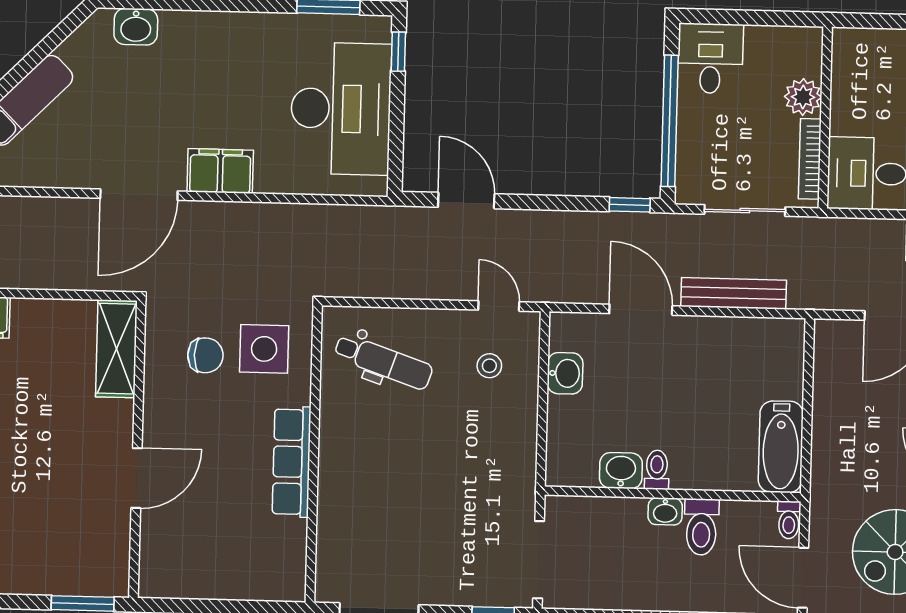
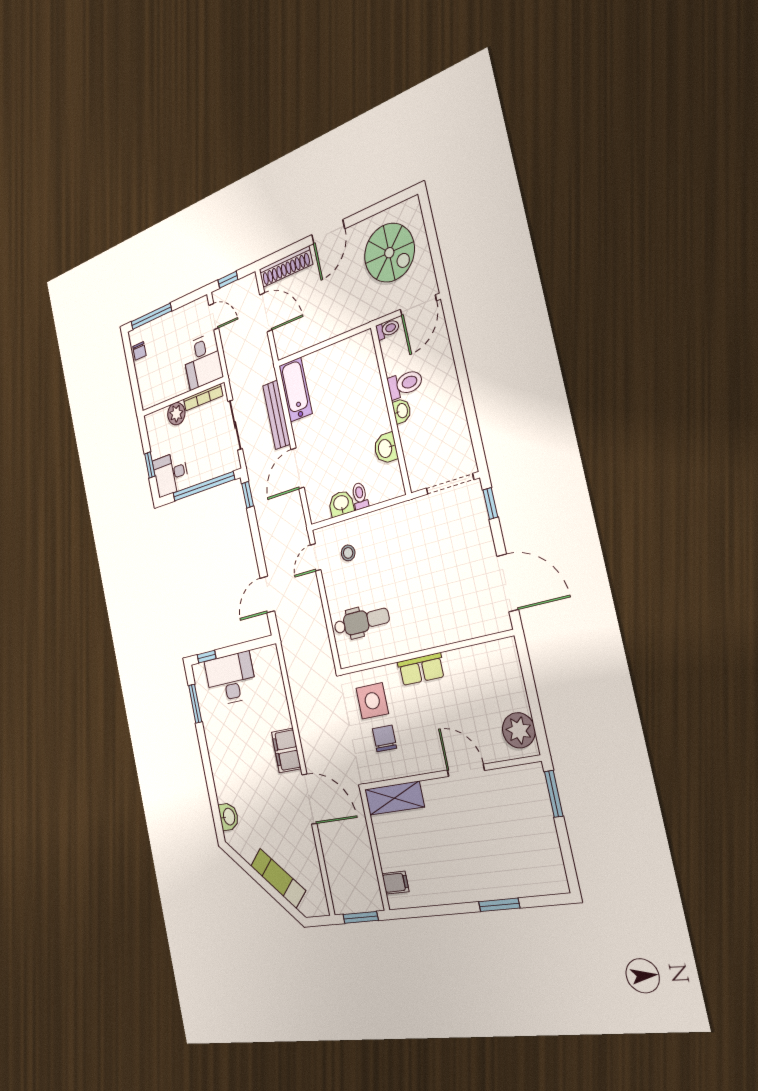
window: (739, 17) -> (150, 465), added
desk: (341, 109) -> (231, 679), width x0.73, depth x0.77
dental chair: (383, 362) -> (361, 622), turned 71
bathtub: (781, 447) -> (296, 390), moved, turned -90
row of seats: (292, 462) -> (421, 669), width x0.68
toilet: (657, 470) -> (360, 496), moved, turned 90
plant: (177, 574) -> (519, 730), added

